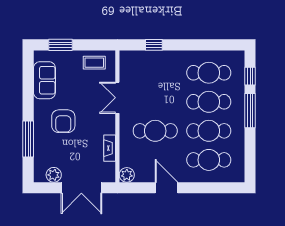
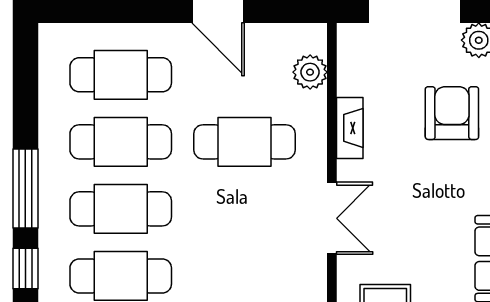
armchair: (63, 121) -> (452, 113), moved
fireplace: (110, 148) -> (350, 128), moved
plant: (127, 175) -> (310, 72), moved

